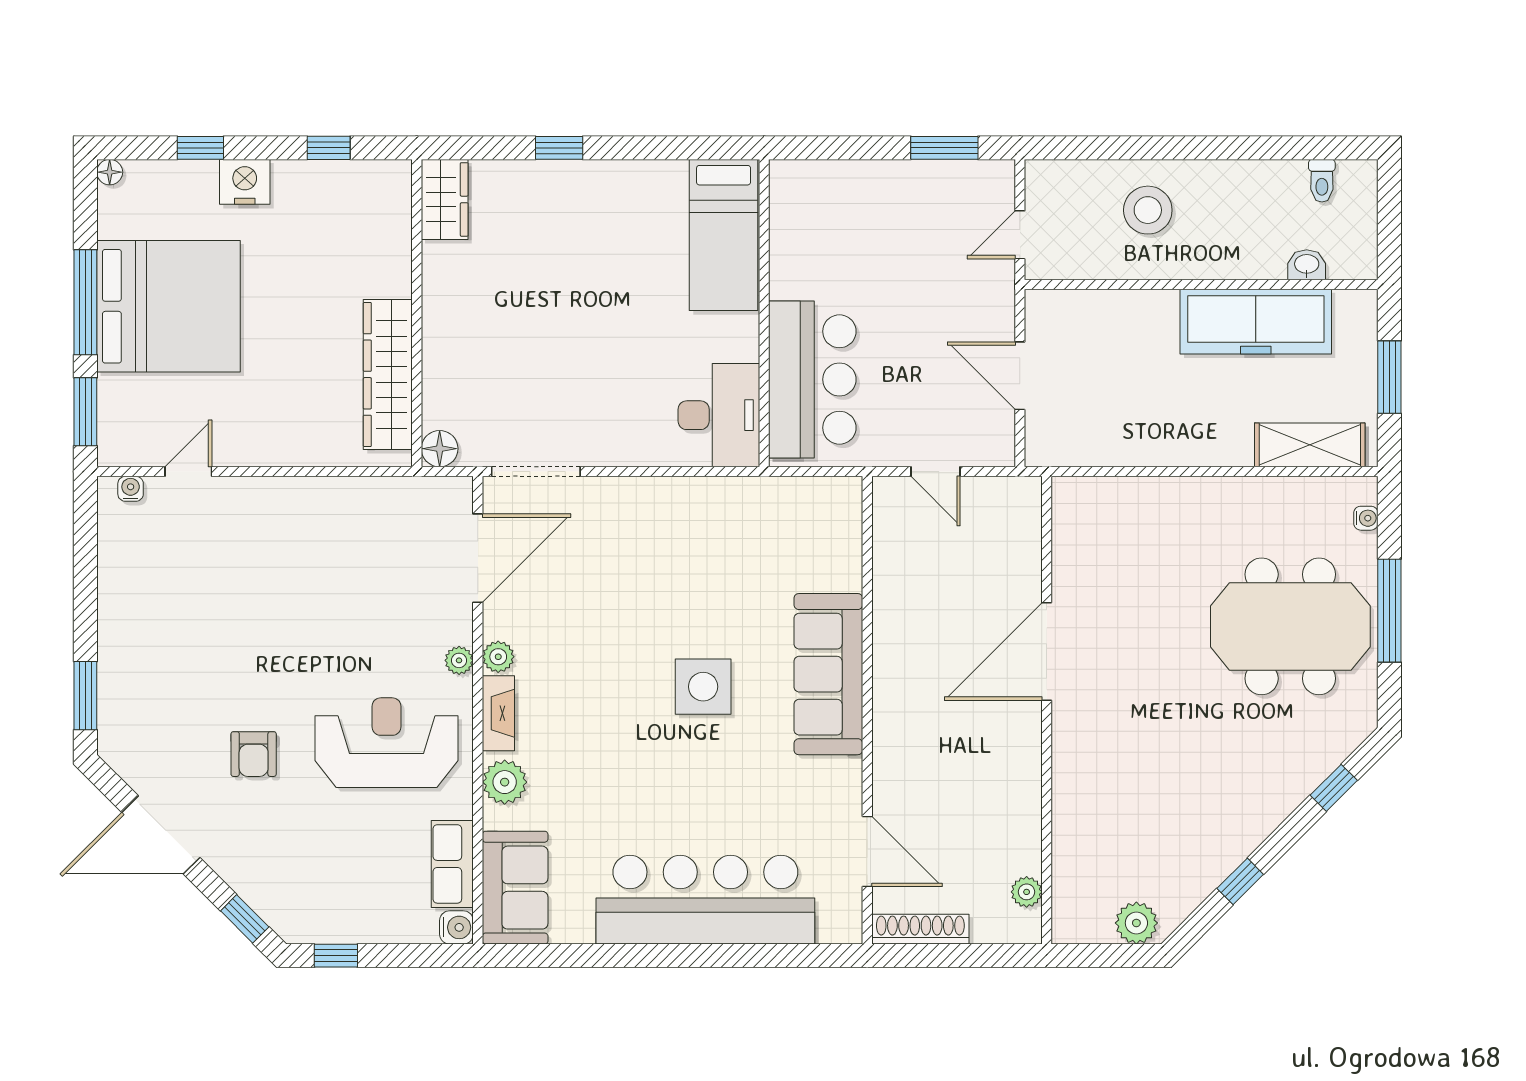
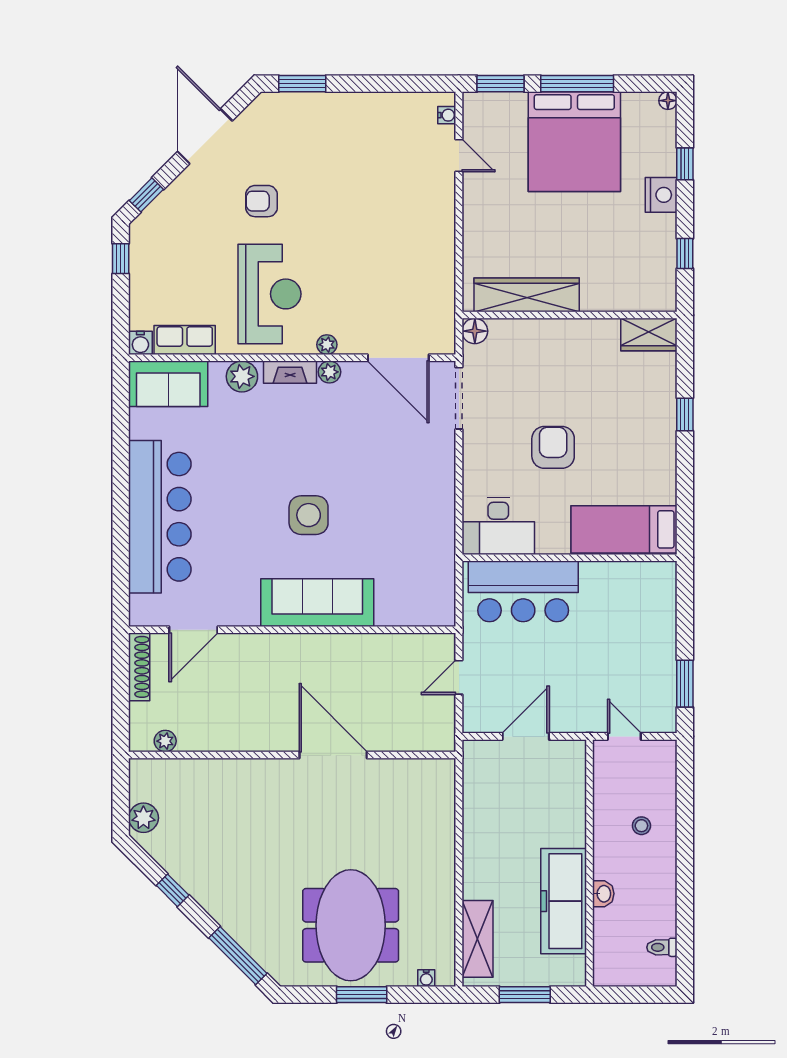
stool: (1148, 210) -> (641, 826), width x0.53, depth x0.53
washbasin: (1307, 265) -> (603, 894), moved
armchair: (606, 337) -> (553, 447), added
window: (1389, 611) -> (362, 995), width x0.69
window: (1334, 788) -> (238, 956), width x2.17

